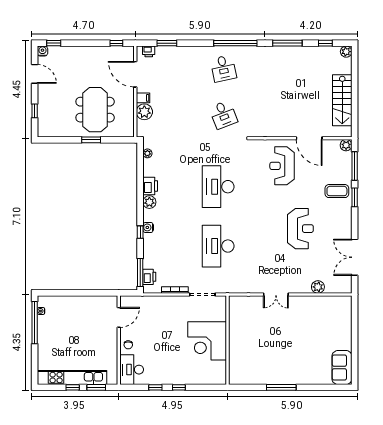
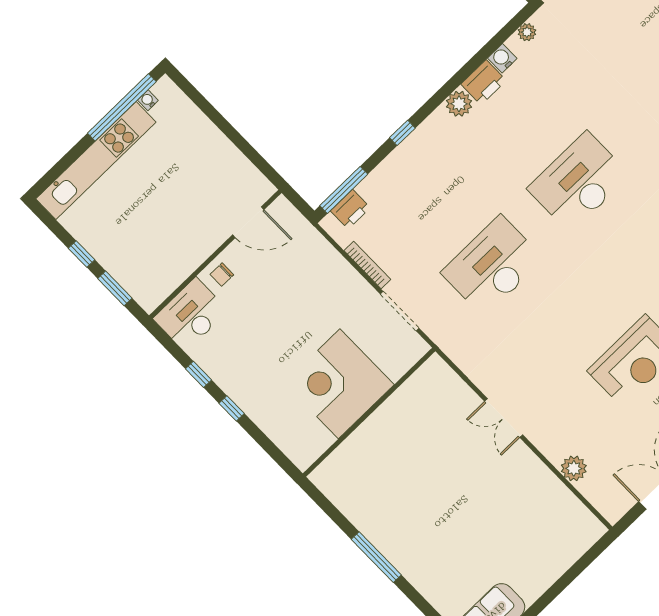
water cooler: (148, 227) -> (502, 58), moved
kitchen unit: (72, 377) -> (96, 160), moved, turned 90

